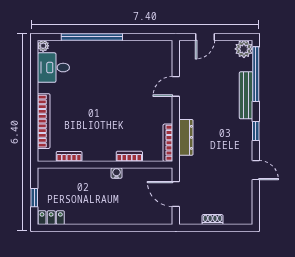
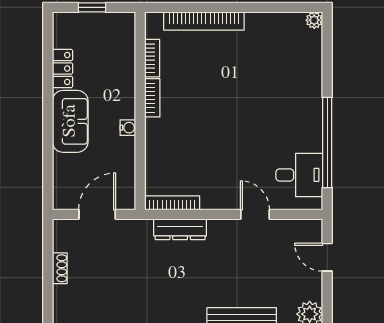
window: (92, 37) -> (327, 143), moved
desk: (53, 68) -> (299, 175), moved, turned 90
bookcase: (129, 156) -> (152, 98), moved
sofa: (112, 212) -> (70, 121), added
locker: (51, 218) -> (63, 68), moved

